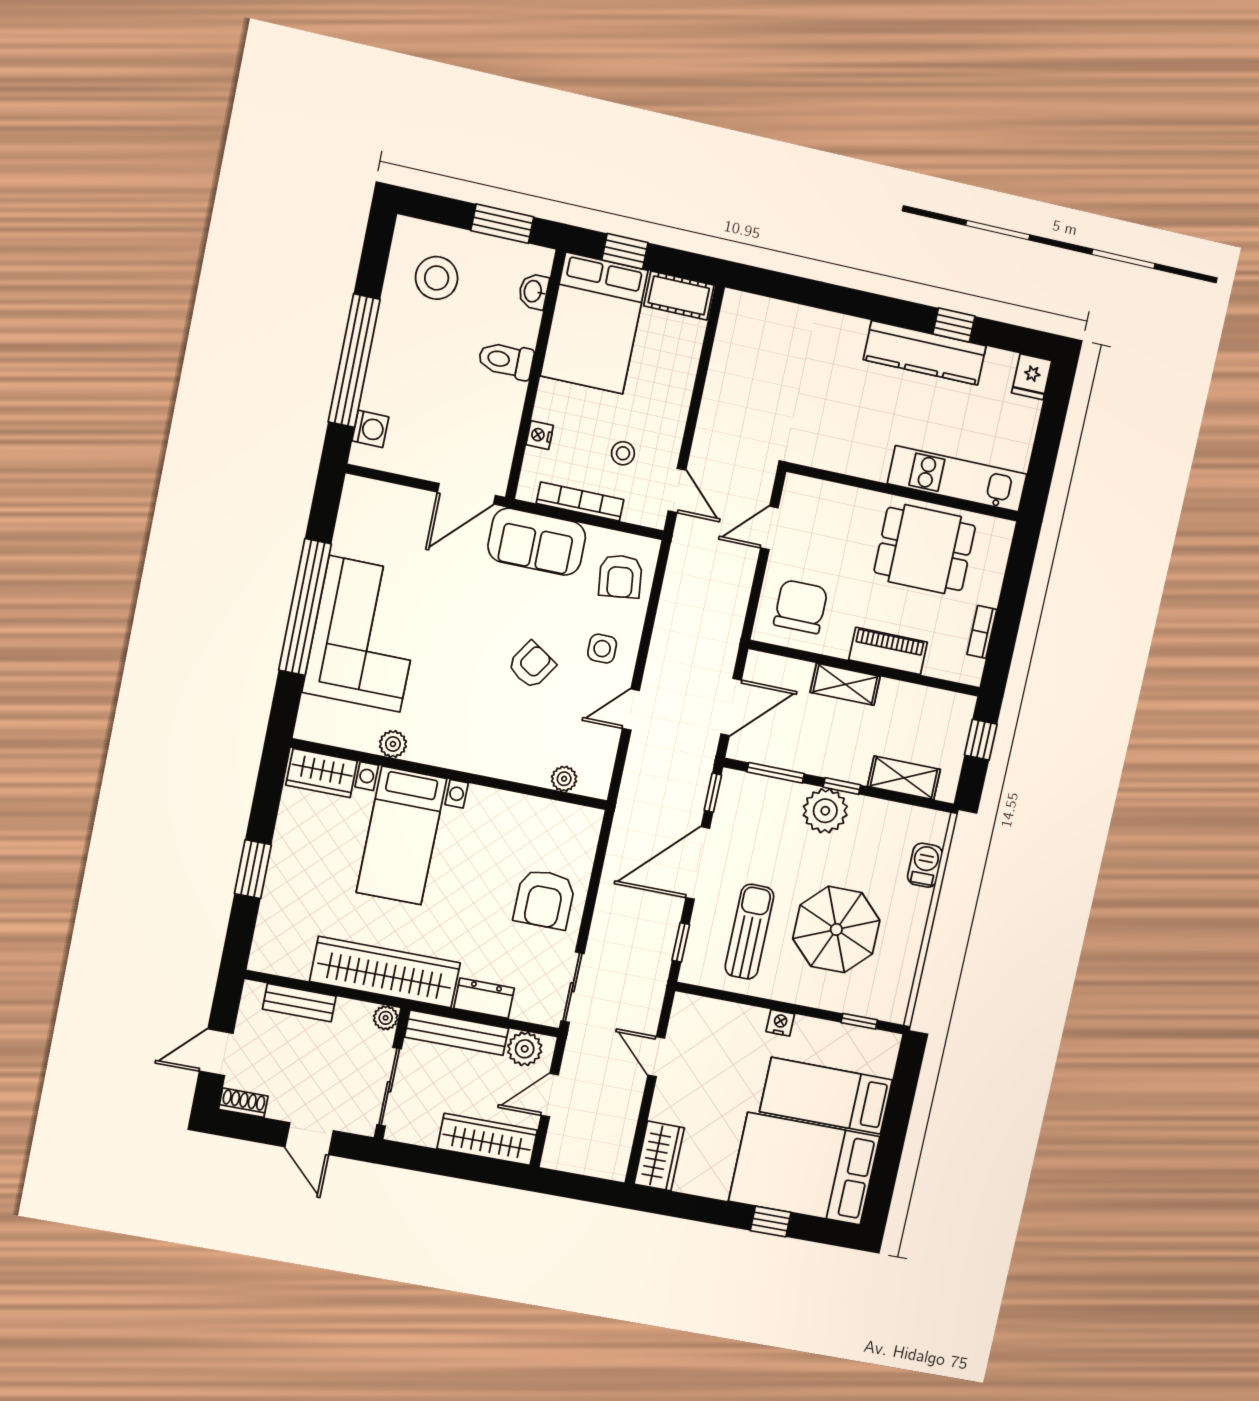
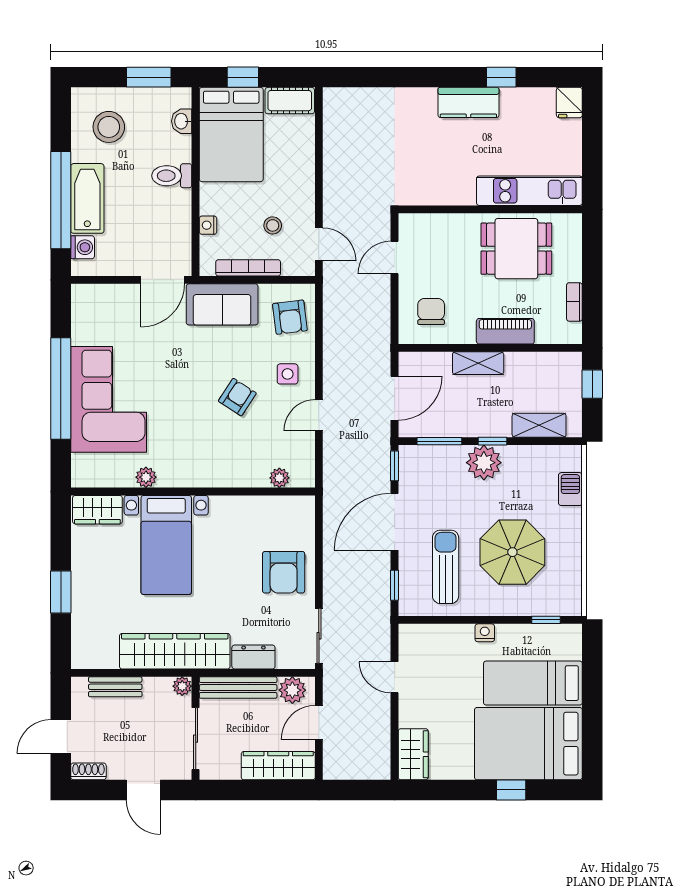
kitchen counter: (925, 353) -> (468, 102), width x0.67
bathtub: (389, 366) -> (87, 198), added
chair: (801, 607) -> (431, 312), width x0.73, depth x0.73

